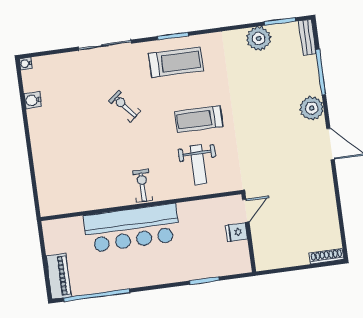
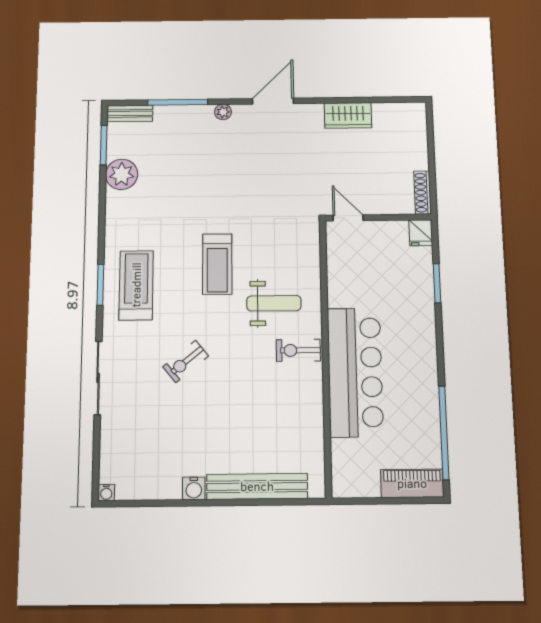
water cooler: (33, 100) -> (194, 488), moved
plant: (312, 108) -> (223, 112), width x0.53, depth x0.53
weight bench: (198, 165) -> (274, 303), moved
bench: (43, 168) -> (257, 486), added
wardrobe: (326, 202) -> (348, 115), added
fridge: (237, 232) -> (421, 233), moved
shoe rack: (327, 256) -> (423, 193), moved

